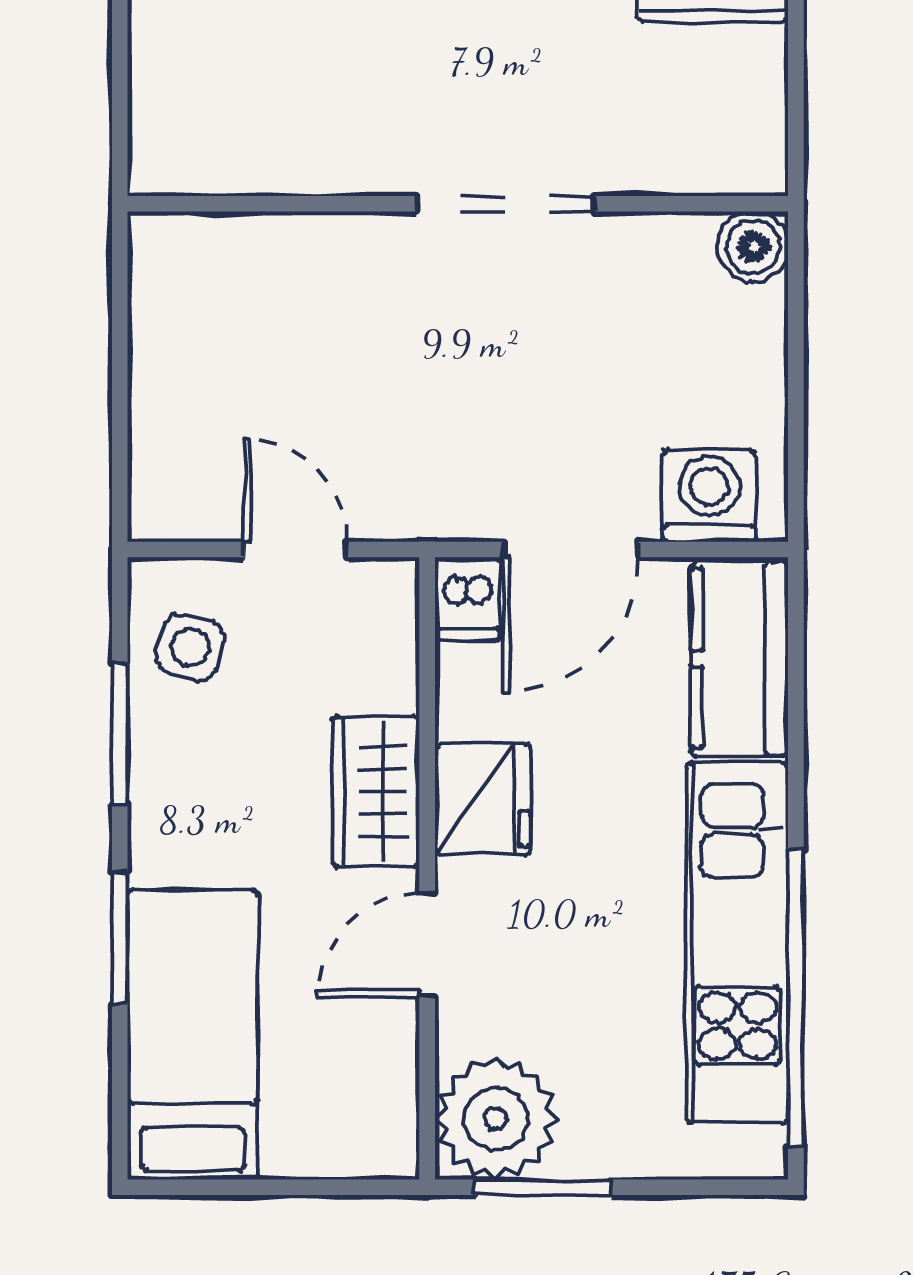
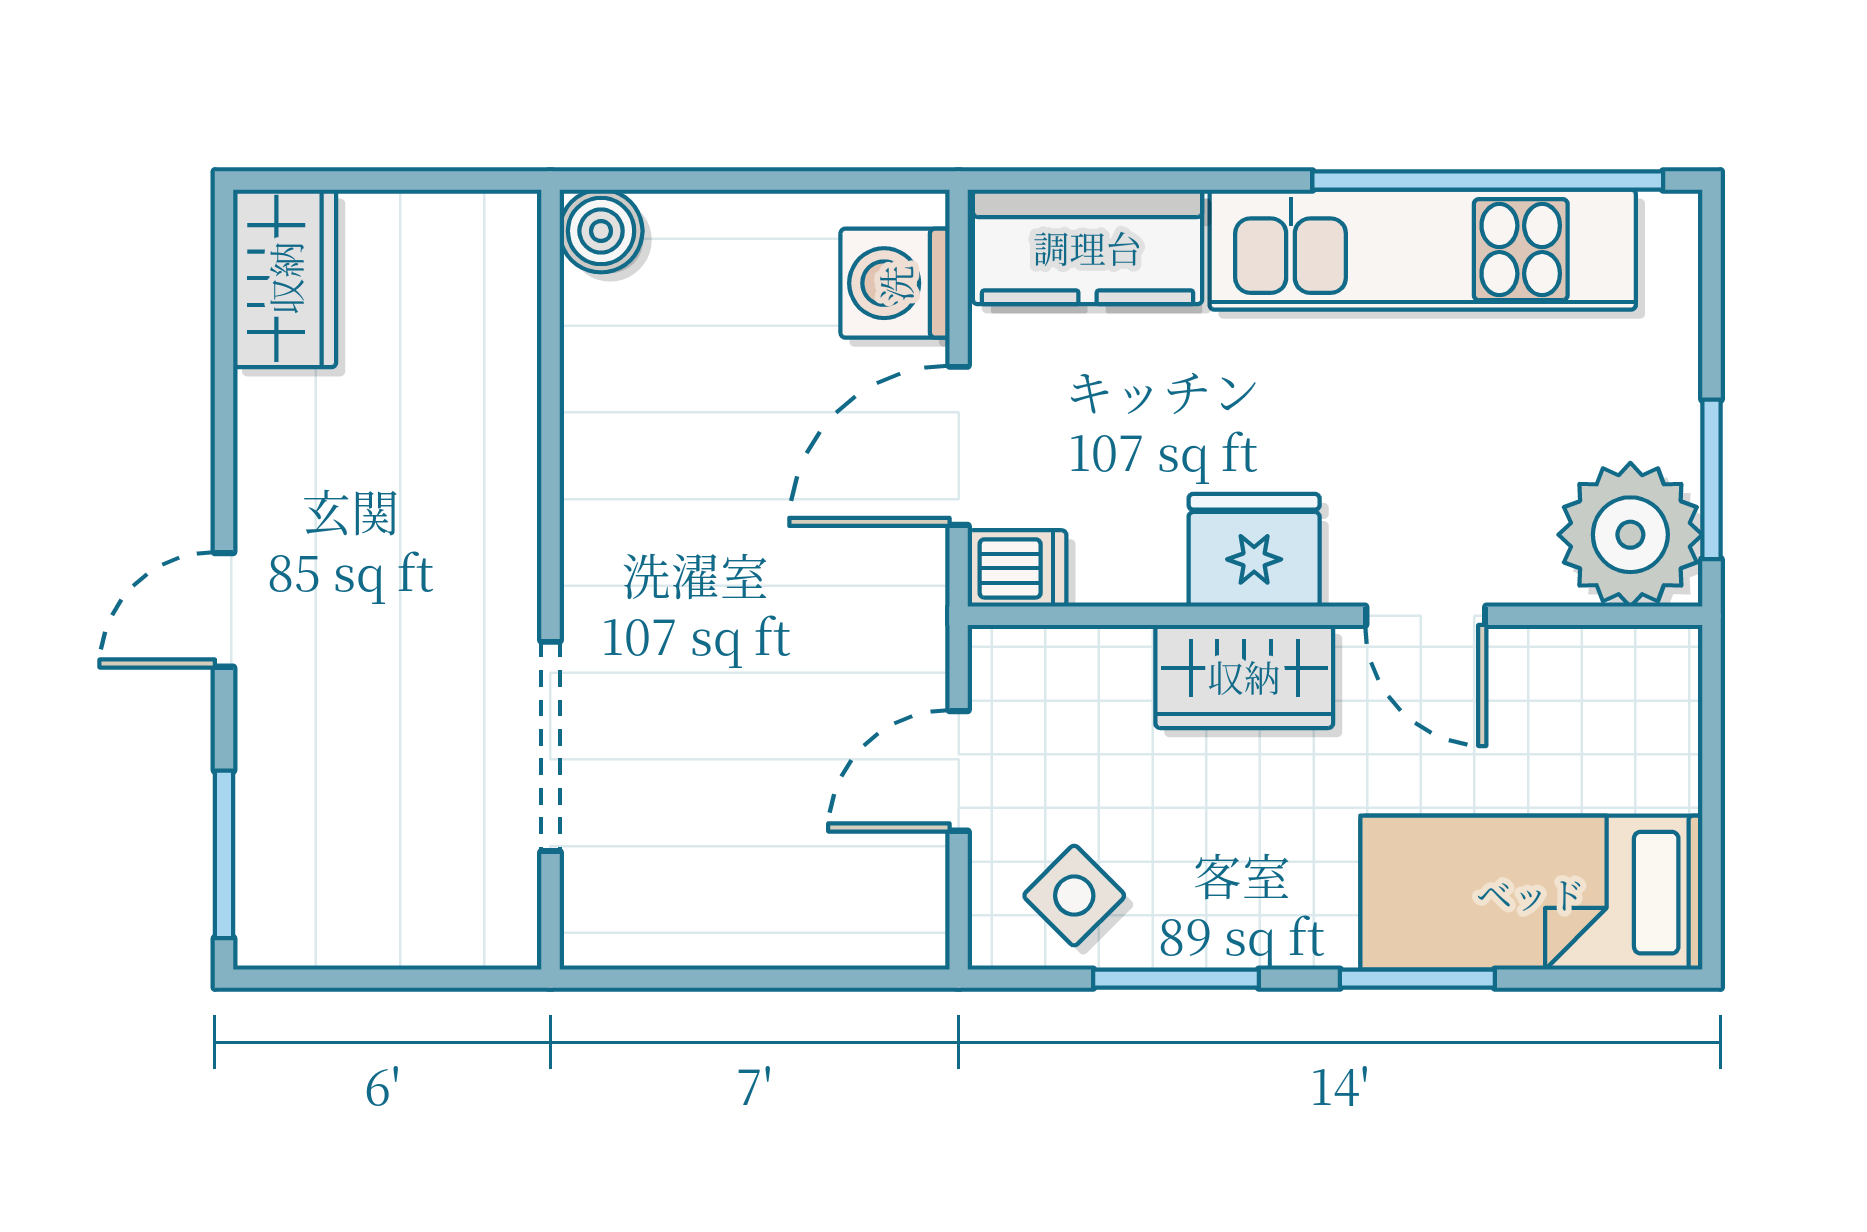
doorway: (505, 204) -> (550, 746), moved
door: (571, 550) -> (959, 446), swing flipped
side table: (190, 647) -> (1074, 896), turned 30

